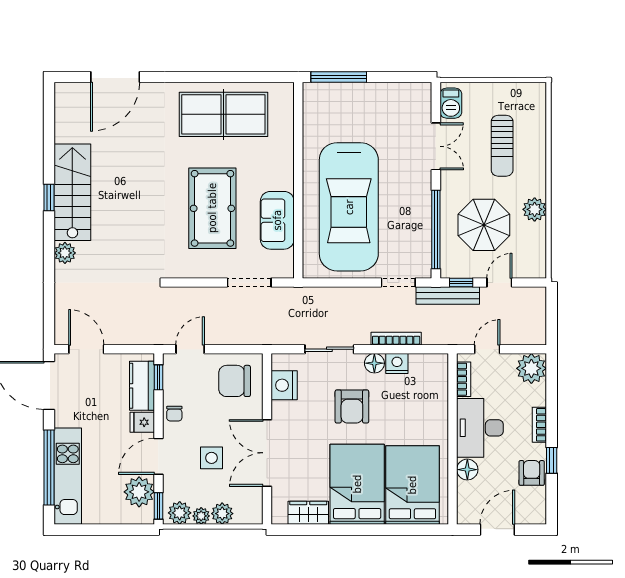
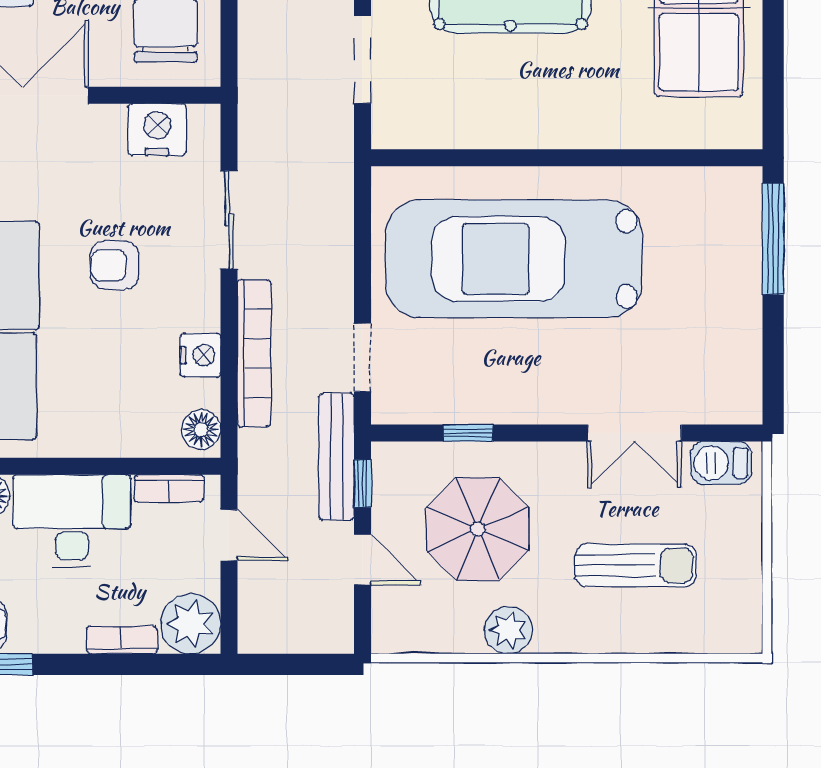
sun lounger: (502, 146) -> (636, 565), turned 180
sofa: (277, 220) -> (487, 116), removed
window: (436, 230) -> (468, 433), width x0.32
bookcase: (396, 339) -> (254, 353), width x1.48, depth x1.31
floor lamp: (374, 363) -> (201, 430), moved
armchair: (352, 406) -> (115, 265), width x0.72, depth x0.72
bookcase: (539, 425) -> (122, 640), moved

